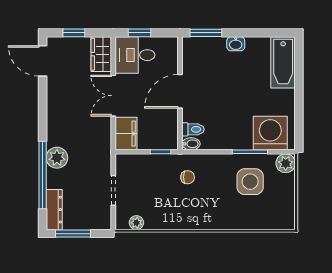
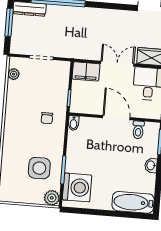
toilet: (193, 129) -> (138, 130), moved
plant: (57, 158) -> (71, 14), removed

